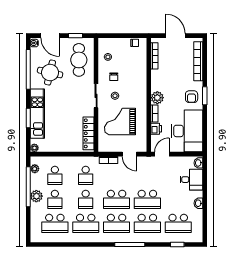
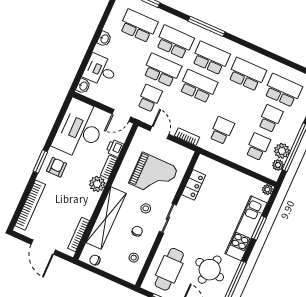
shelving: (140, 76) -> (106, 218), added
locker: (88, 133) -> (194, 185), width x0.66
plant: (36, 196) -> (282, 151), moved
school desk: (86, 199) -> (150, 98), moved

